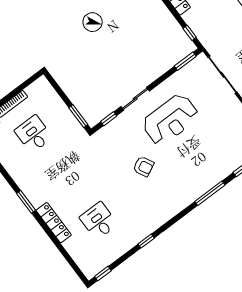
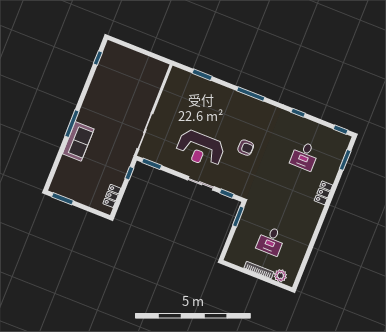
reception desk: (170, 120) -> (200, 149), turned 180
armchair: (143, 166) -> (246, 148), turned 117
window: (210, 193) -> (251, 94), moved
window: (26, 202) -> (345, 160), moved
locker: (54, 223) -> (323, 193), width x0.66

